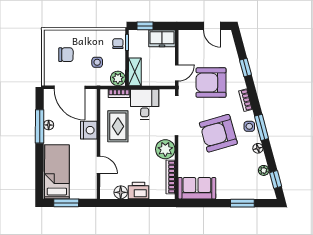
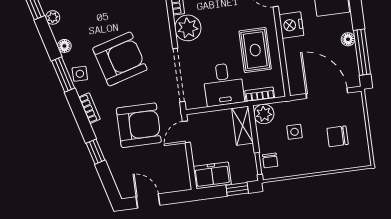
window: (40, 126) -> (362, 52), moved
nightstand: (89, 130) -> (291, 25), moved

